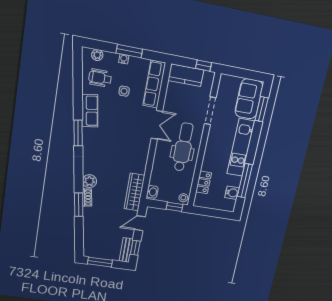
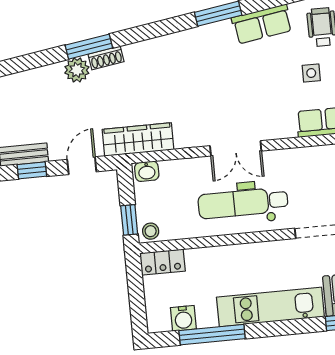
double door: (157, 125) -> (236, 148), moved
dental chair: (183, 147) -> (243, 203), turned 180
plant: (89, 181) -> (77, 70), moved
locker: (204, 182) -> (162, 262), moved
door: (140, 223) -> (82, 166), hinge flipped

